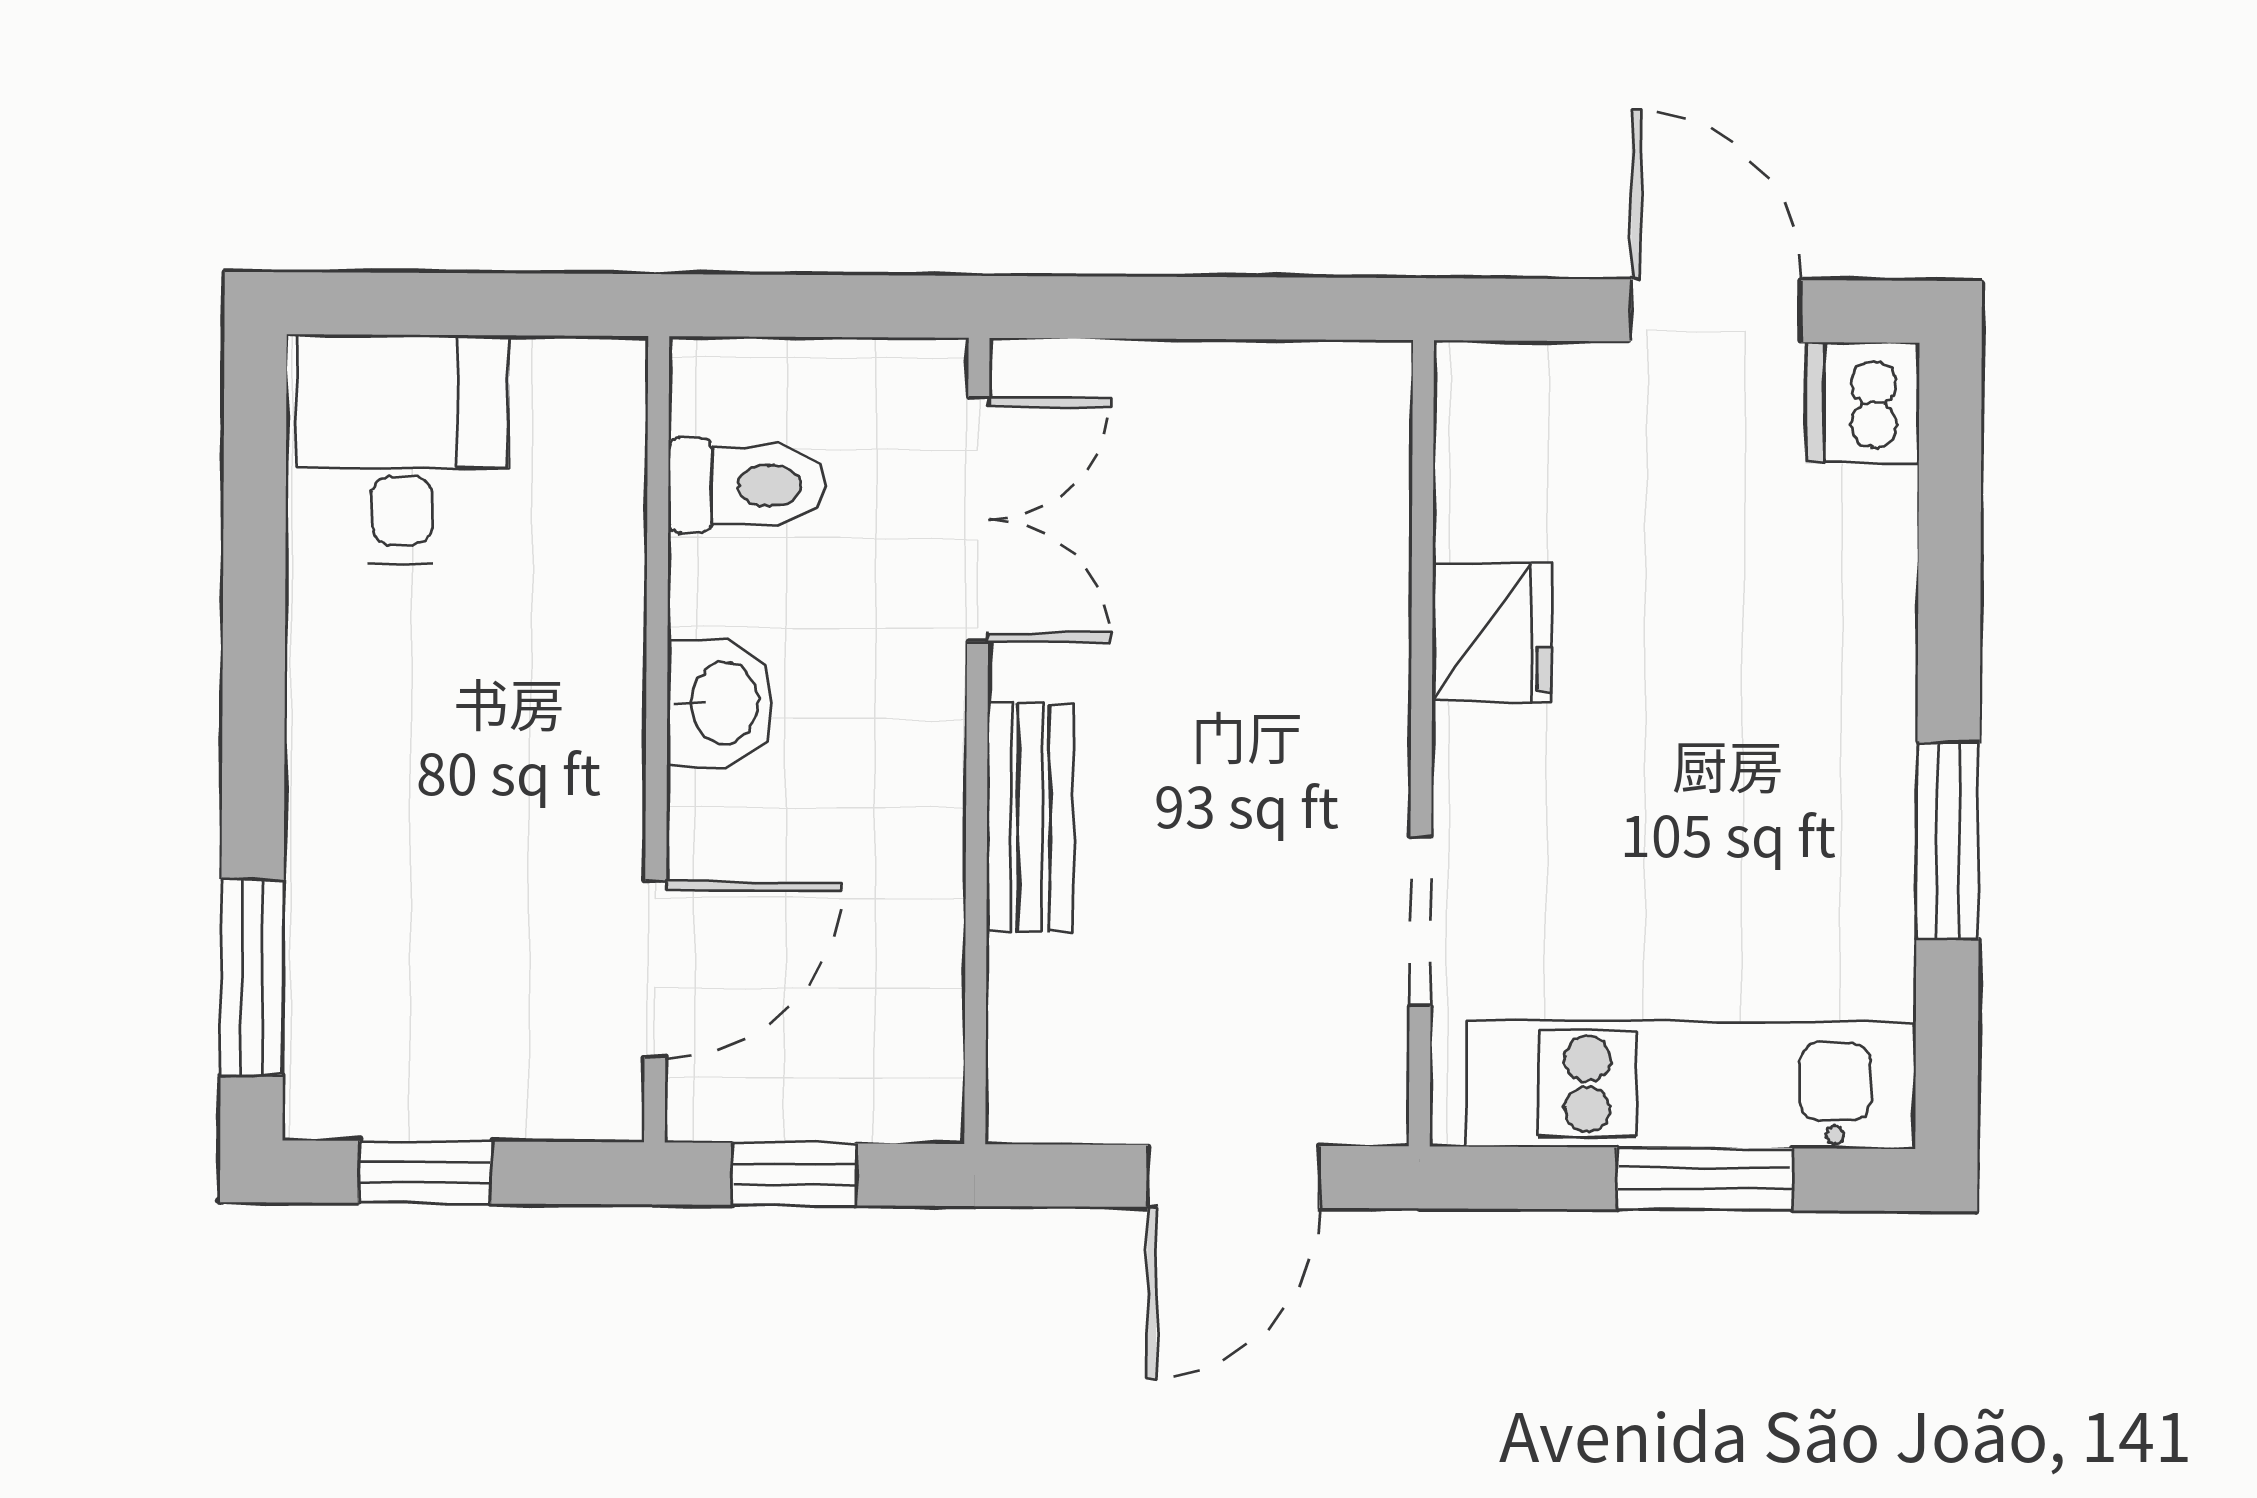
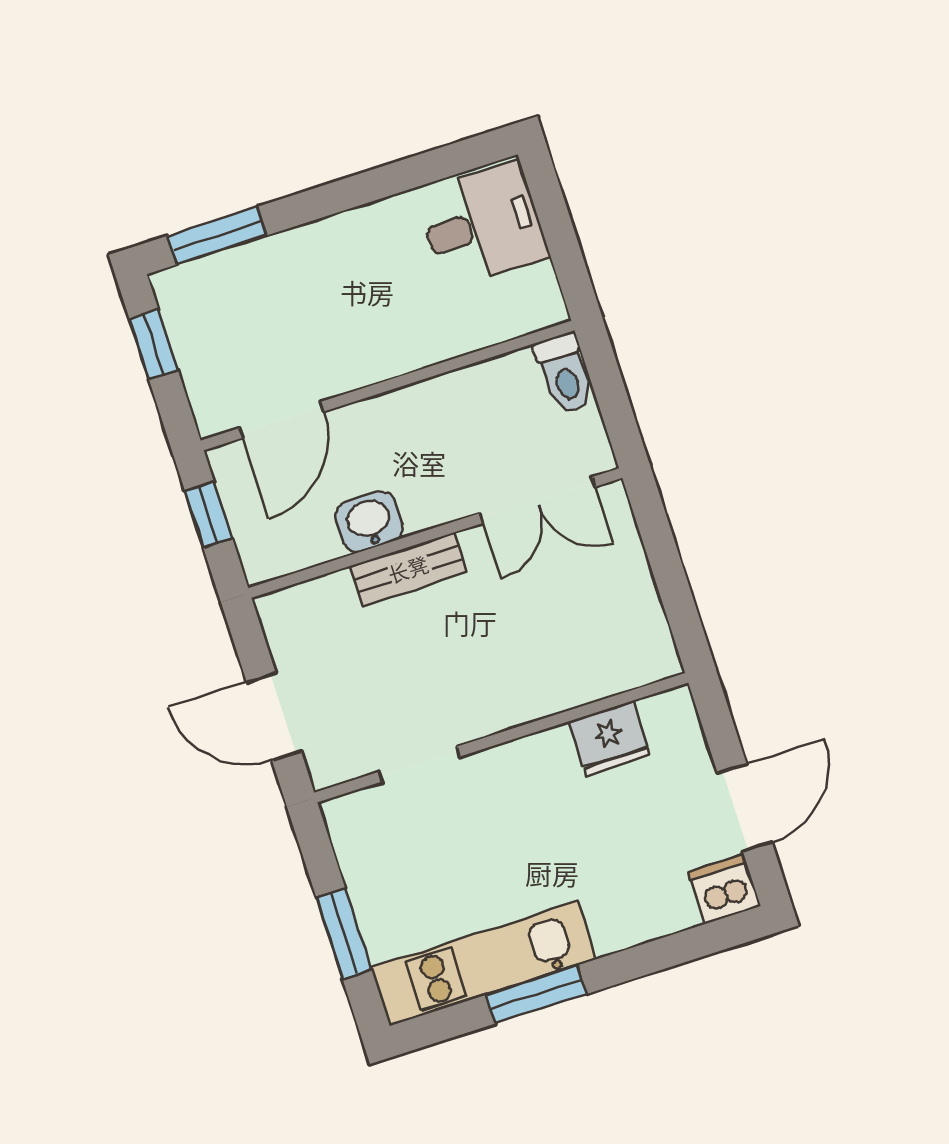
toilet: (747, 486) -> (564, 374), moved
fridge: (1492, 633) -> (609, 738), moved
washbasin: (721, 703) -> (369, 522), moved, turned 180
door: (655, 969) -> (282, 420), hinge flipped
kitchen unit: (1691, 1084) -> (484, 963), moved, turned -90

